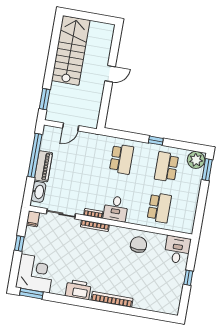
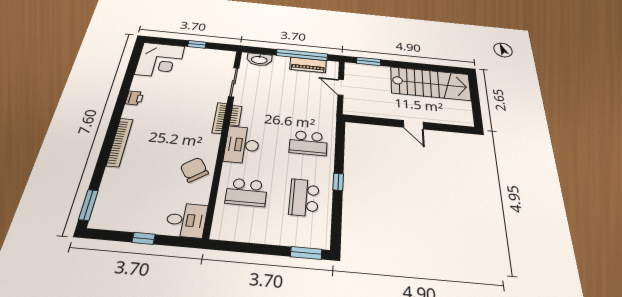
plant: (196, 160) -> (318, 236), removed
piano: (43, 166) -> (308, 65), moved
school desk: (166, 167) -> (304, 198), turned -90
desk: (116, 209) -> (242, 145), width x1.37
filing cabinet: (33, 219) -> (227, 56), removed
chair: (139, 245) -> (194, 170), turned -124
printer: (78, 290) -> (134, 98), width x0.53, depth x0.68
window: (31, 294) -> (88, 205), moved

